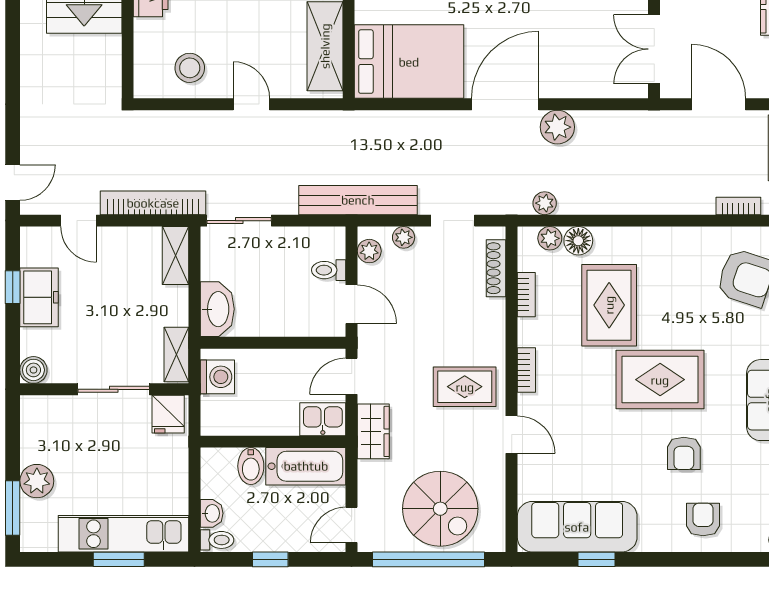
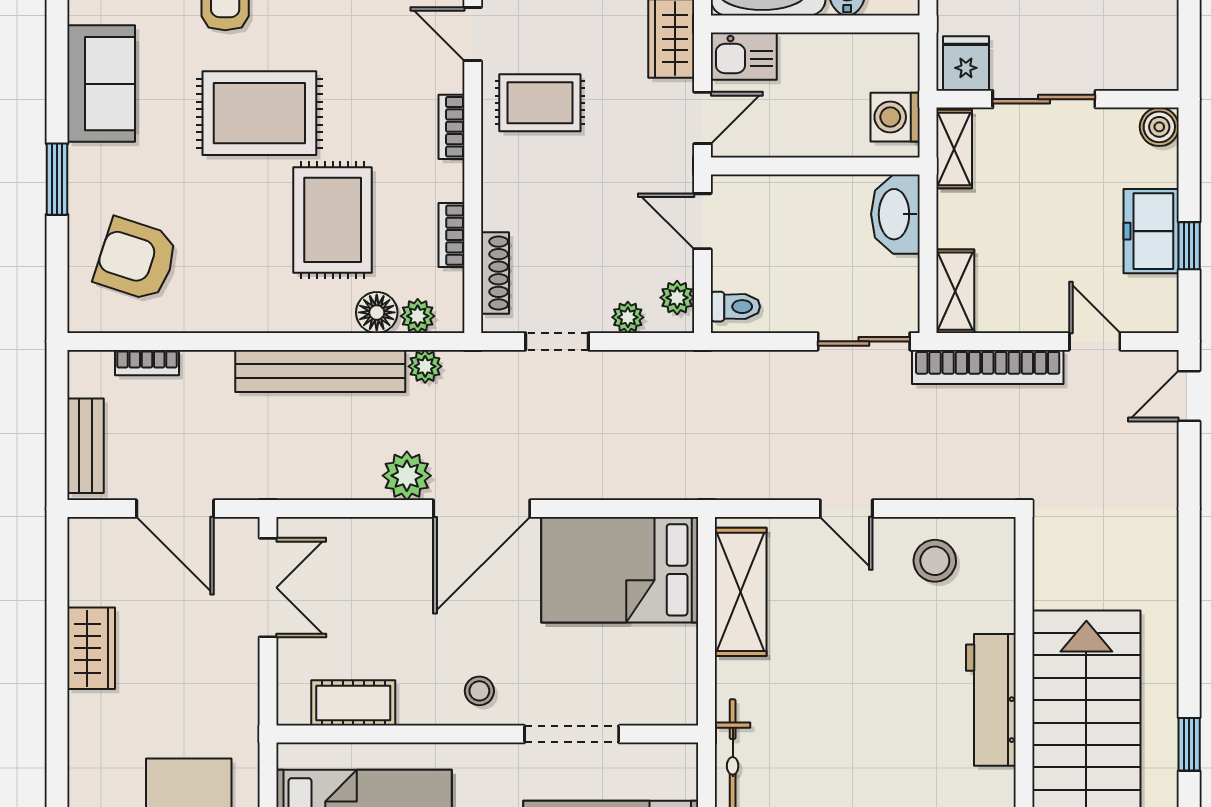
bench: (358, 200) -> (320, 371), moved
toilet: (329, 270) -> (735, 307), moved

